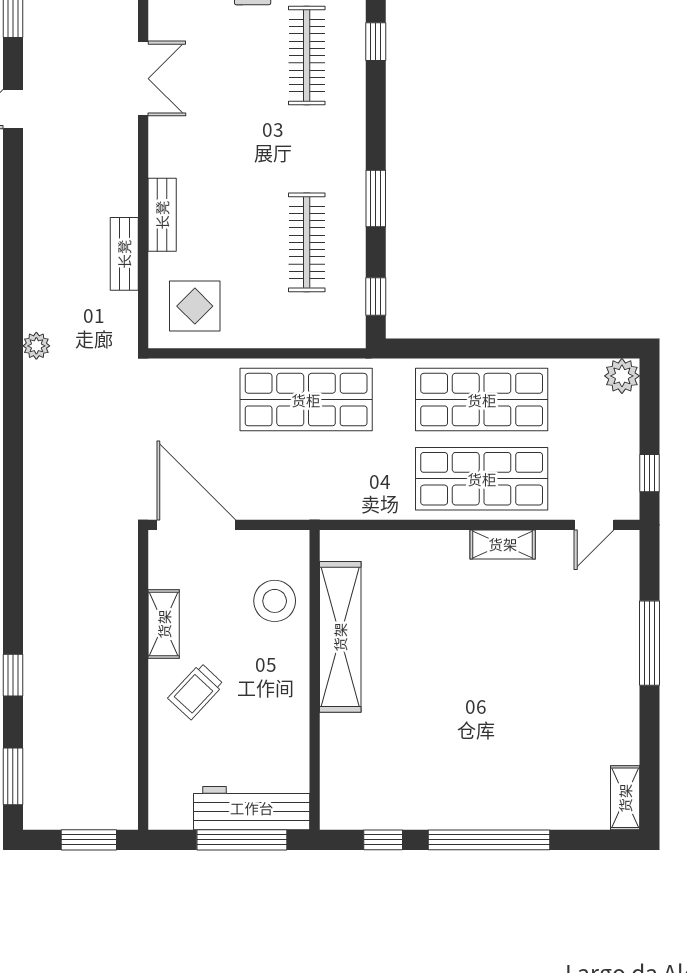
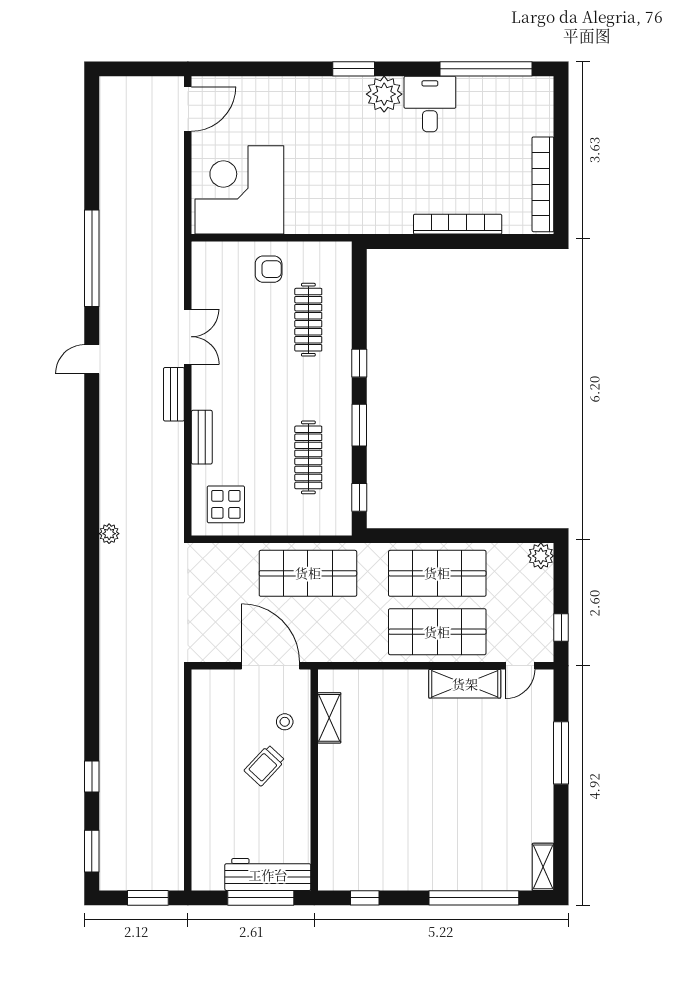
window: (376, 42) -> (359, 363), moved
bench: (124, 254) -> (174, 394), moved
door: (196, 525) -> (271, 666), moved
shelving: (503, 544) -> (465, 684), width x1.50, depth x1.33
stool: (275, 601) -> (285, 722), width x0.53, depth x0.53
shelving: (164, 624) -> (203, 739), removed
shelving: (340, 637) -> (329, 718), width x0.45, depth x0.75
trolley: (196, 691) -> (265, 765), moved
window: (489, 840) -> (474, 898), moved

